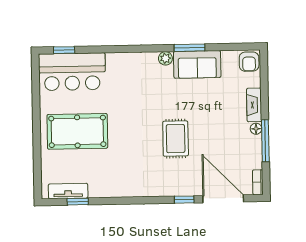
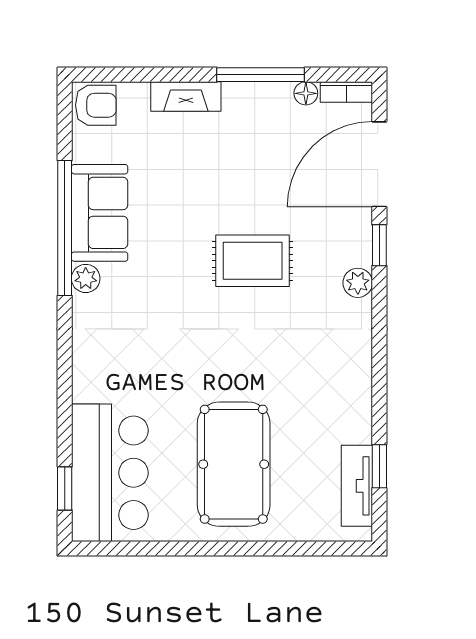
window: (190, 48) -> (65, 228), width x2.11
floor lamp: (256, 129) -> (306, 93), moved
plant: (166, 189) -> (358, 283), added

